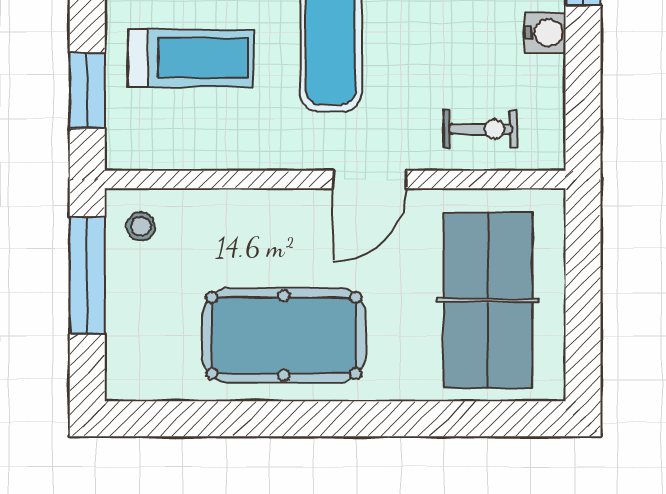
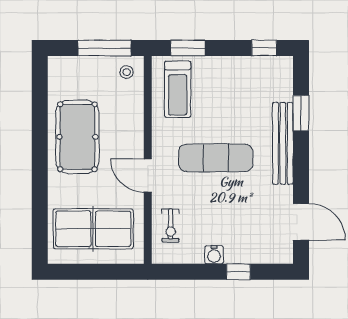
treadmill: (191, 58) -> (178, 89), moved

